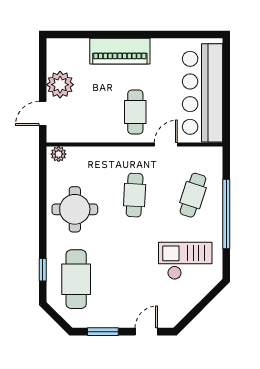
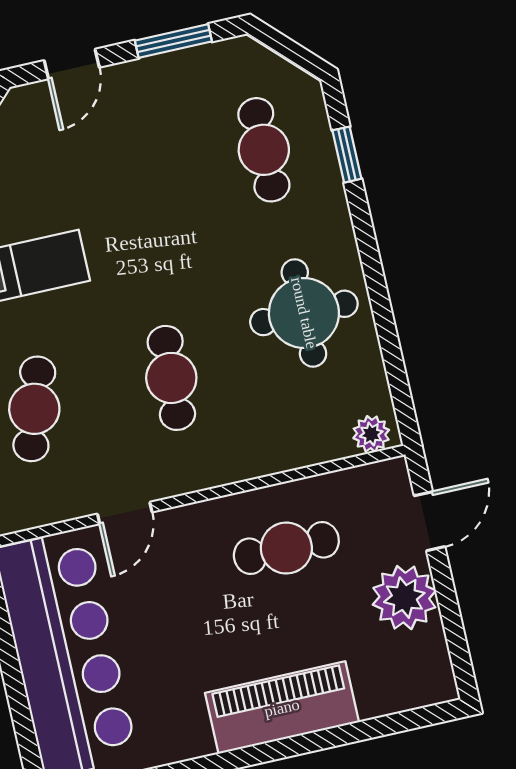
cafe table: (135, 112) -> (286, 548), moved, turned 90
cafe table: (76, 279) -> (264, 150), width x0.73, depth x0.74

